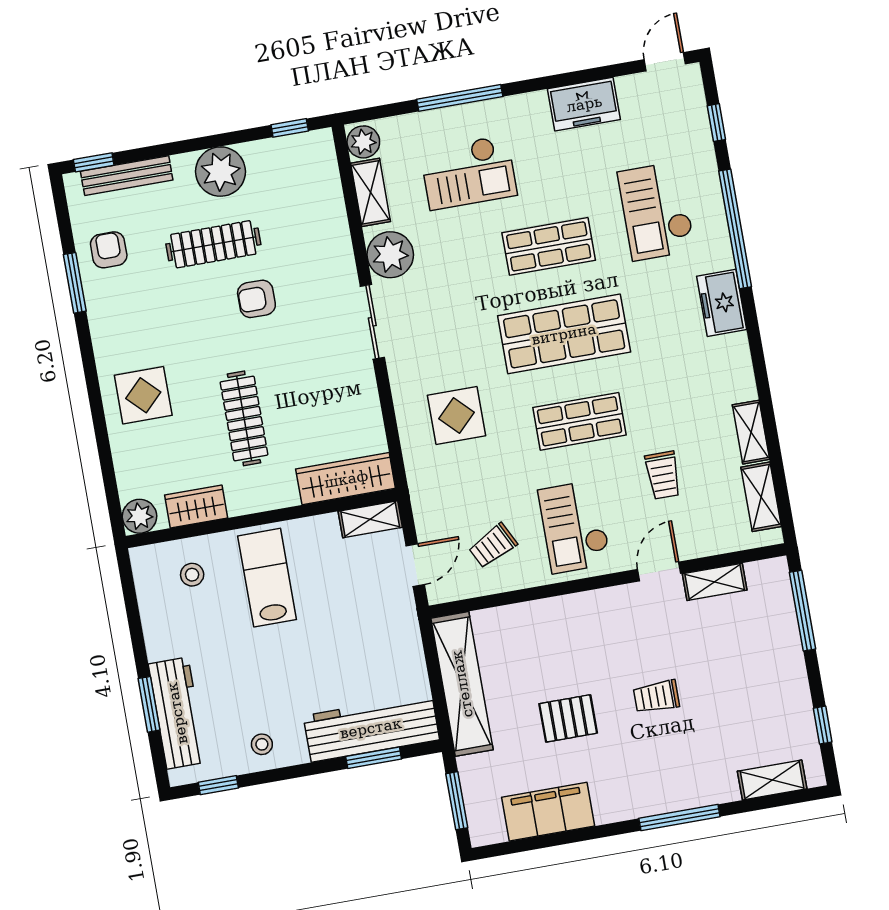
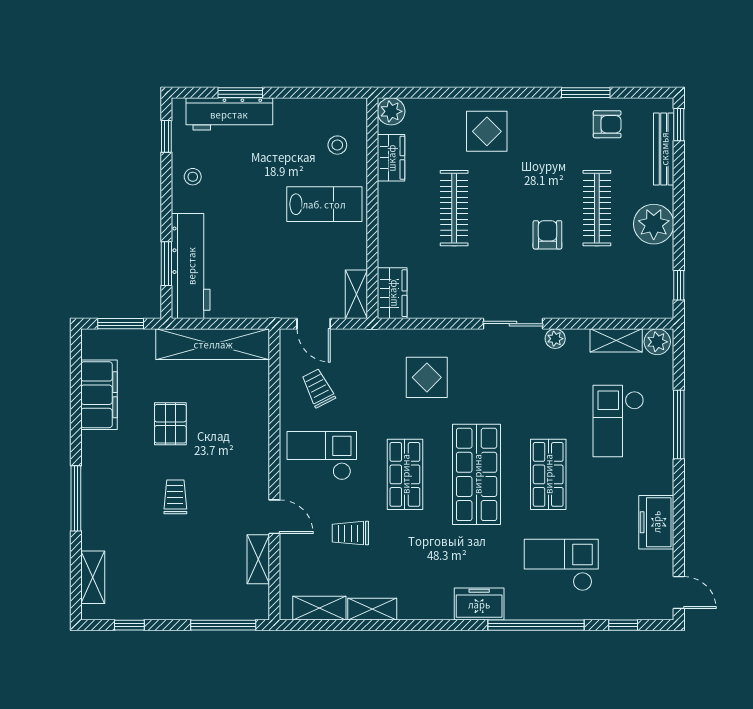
plant: (390, 255) -> (555, 339), width x0.53, depth x0.53
clothes rail: (244, 418) -> (454, 208), turned 90
wardrobe: (346, 479) -> (392, 293), width x0.67

